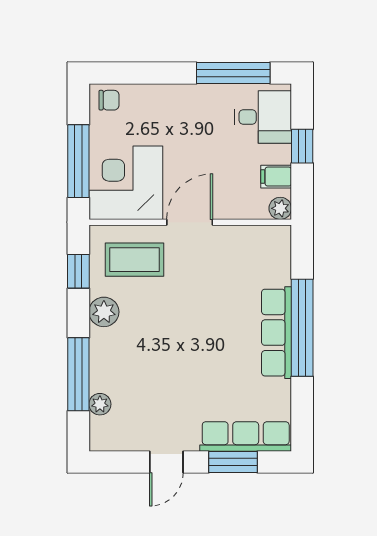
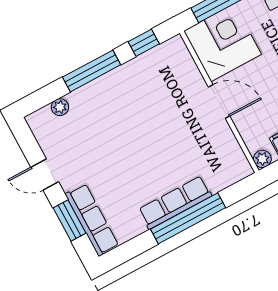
coffee table: (134, 260) -> (173, 77), removed
plant: (104, 312) -> (125, 76), removed
window: (78, 374) -> (92, 71), moved

